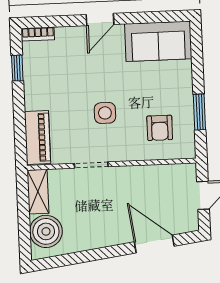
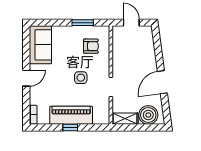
door: (100, 19) -> (26, 78), hinge flipped
window: (17, 68) -> (70, 128), moved
piano: (38, 137) -> (71, 115), moved, width x1.37, depth x1.33
door: (154, 244) -> (162, 82), moved

